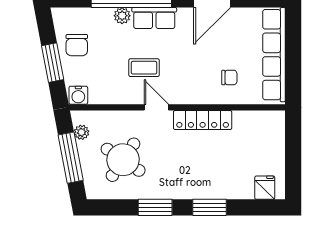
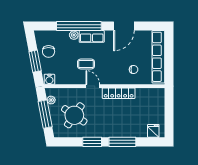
window: (209, 207) -> (122, 142), width x1.44

